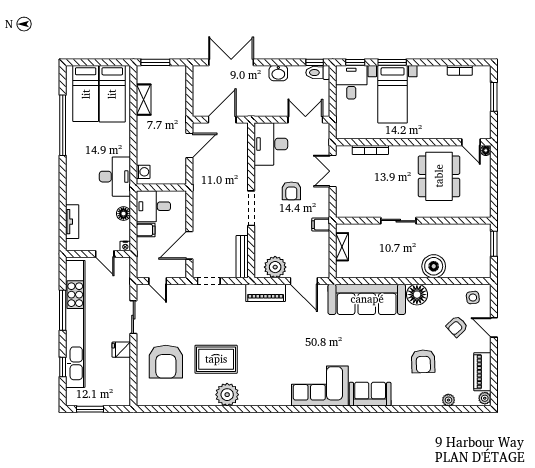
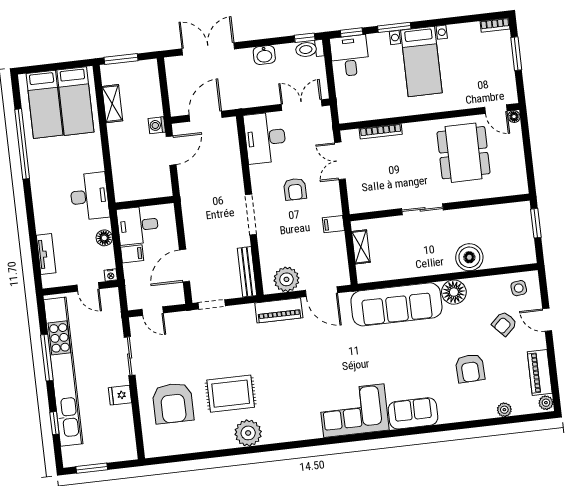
bookcase: (460, 70) -> (495, 25), moved
bed with nightstands: (393, 94) -> (421, 62), moved
washing machine: (143, 172) -> (157, 125), moved, turned 180

